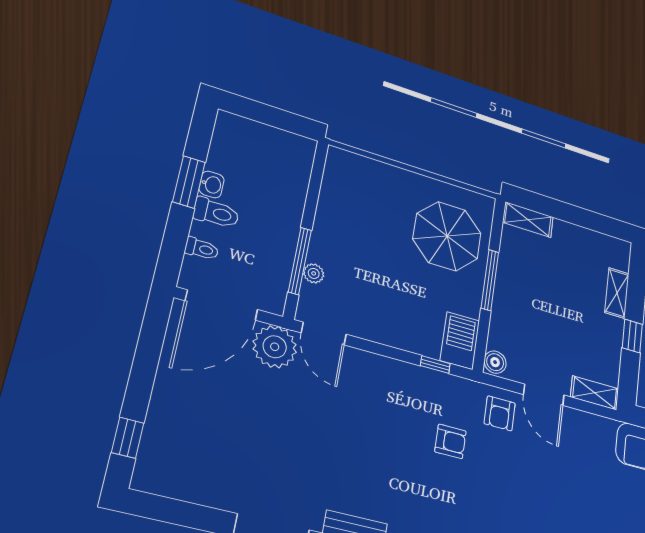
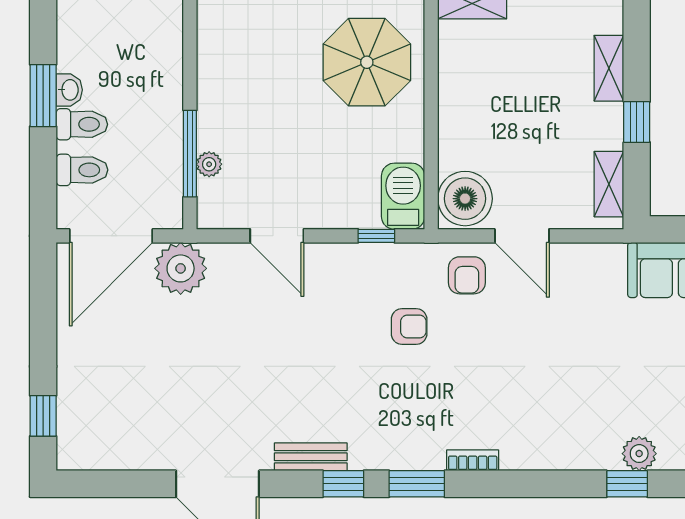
toilet: (202, 249) -> (82, 170), width x1.37, depth x1.39
window: (490, 280) -> (431, 104), removed
door: (324, 334) -> (277, 236), moved
boiler: (495, 362) -> (465, 199), width x1.86, depth x1.86
shelving: (595, 393) -> (609, 184), moved, turned 90

